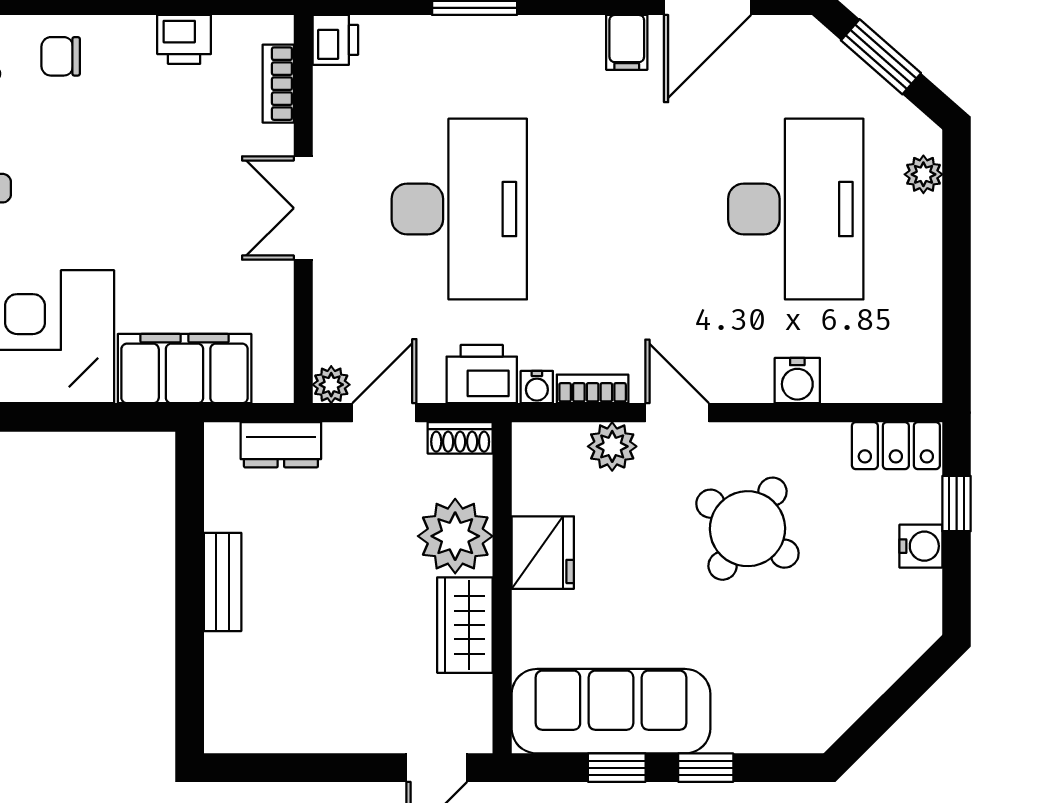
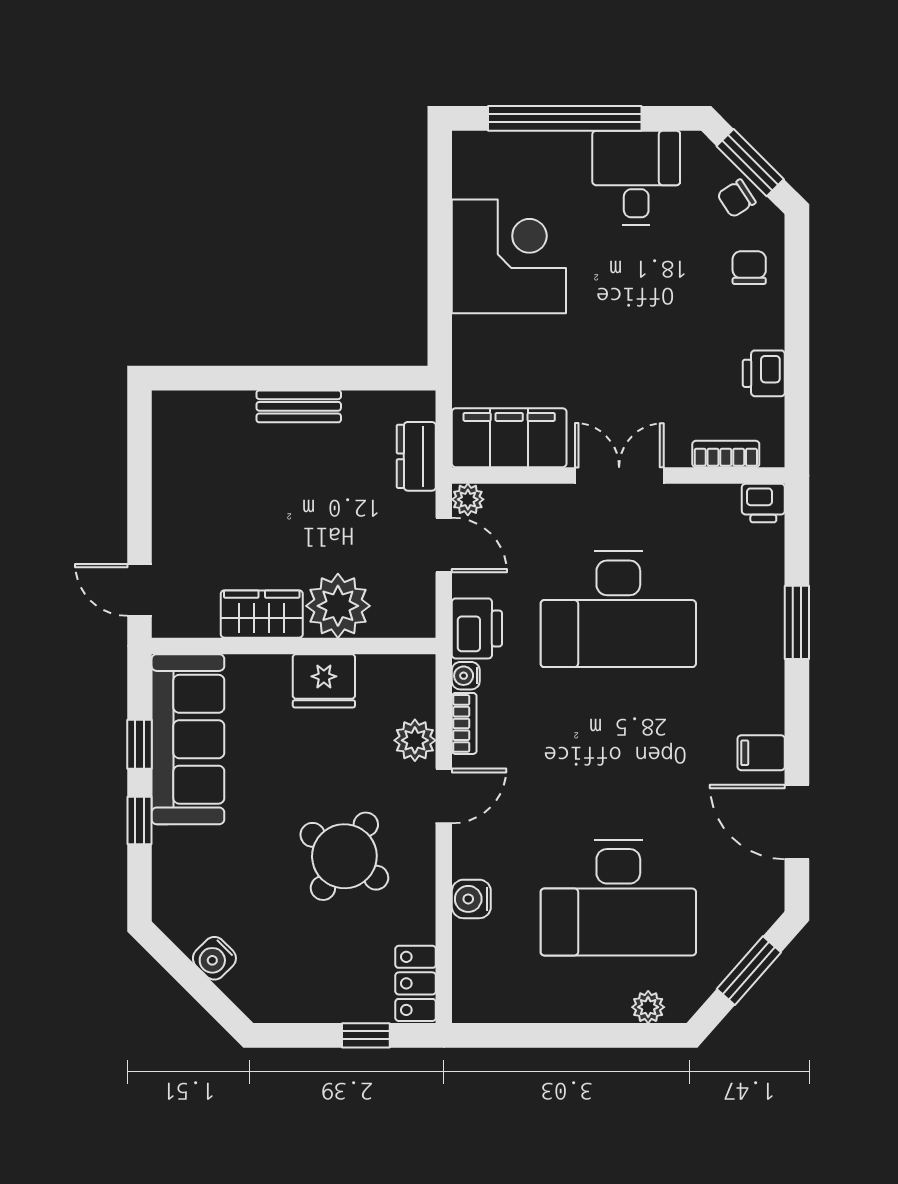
filing cabinet: (185, 369) -> (509, 438), moved, turned -90
shoe rack: (460, 438) -> (422, 610), removed
water cooler: (921, 546) -> (214, 958), moved, turned 45

